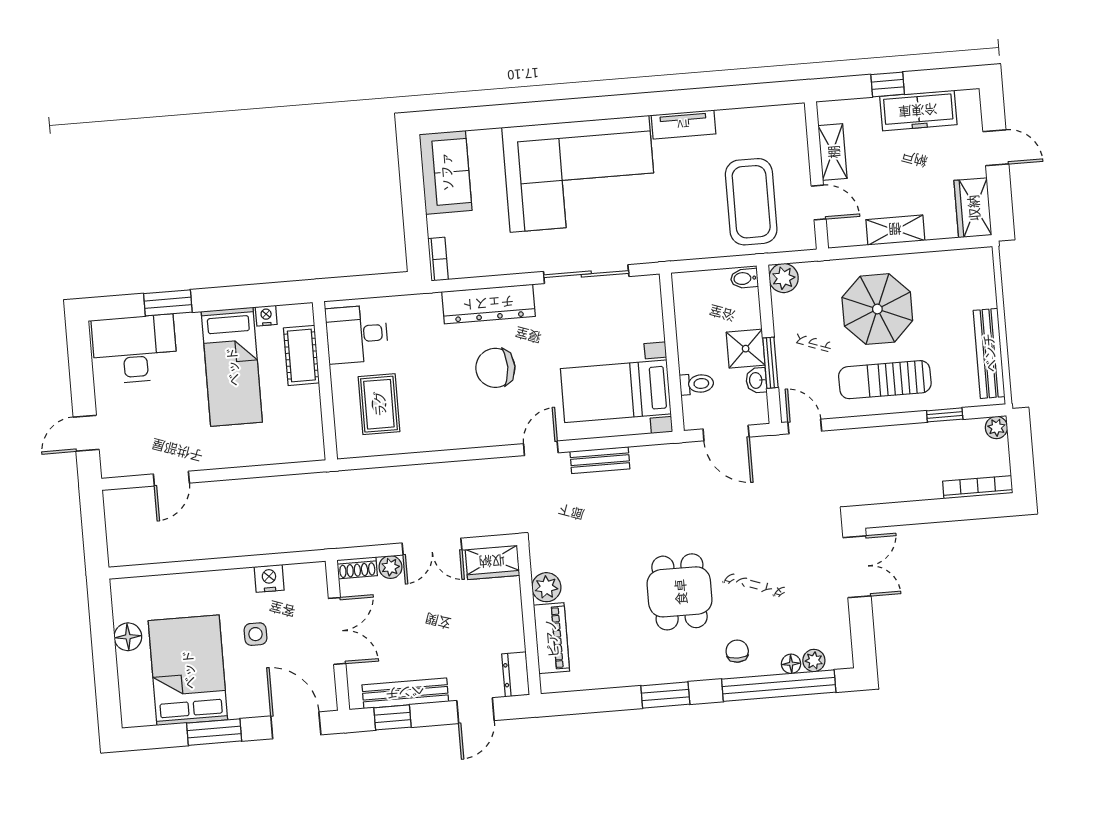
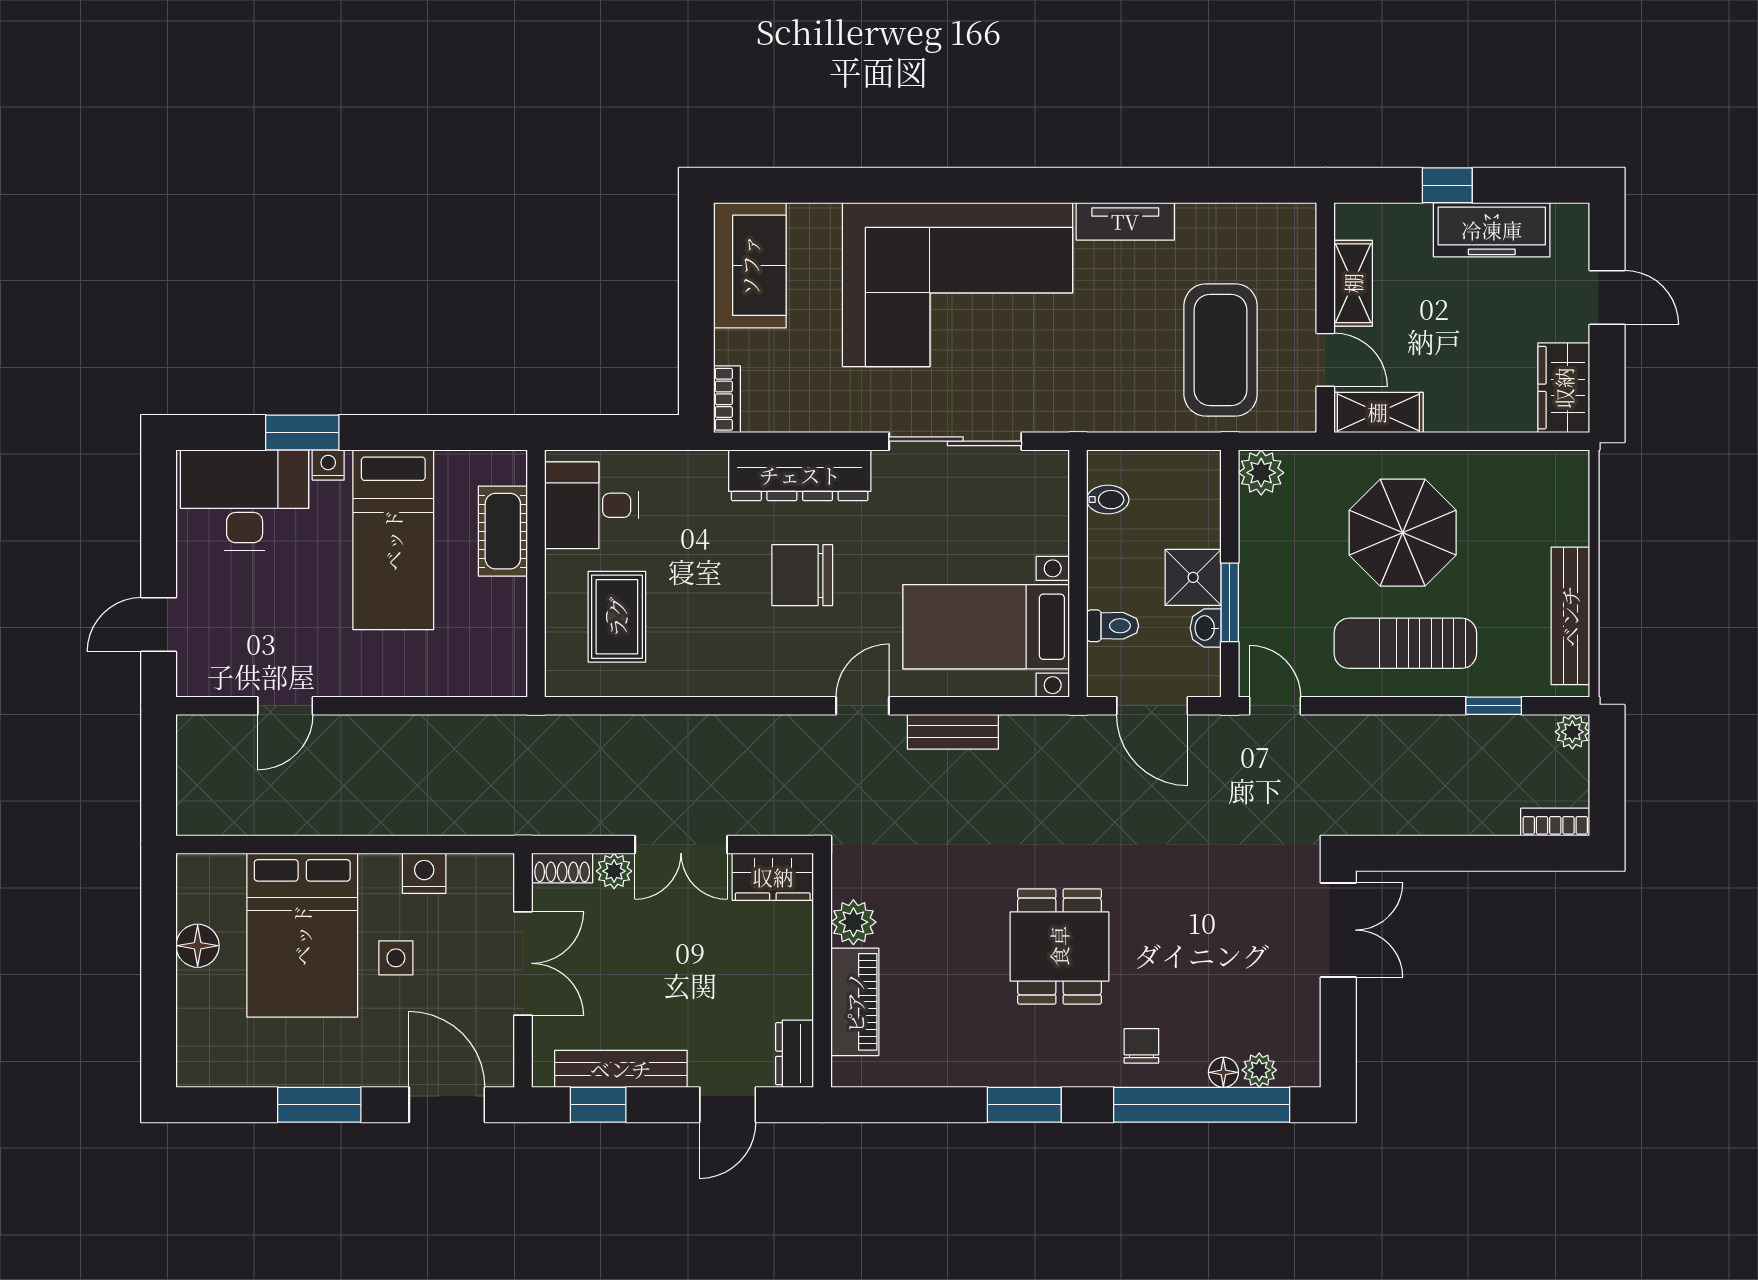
shelving: (895, 230) -> (1378, 412), moved
bidet: (744, 278) -> (1108, 500), moved, turned 180
nightstand: (266, 316) -> (328, 465), moved
bookcase: (978, 487) -> (1555, 822), width x0.64
bed: (188, 670) -> (302, 935), moved, turned 180

